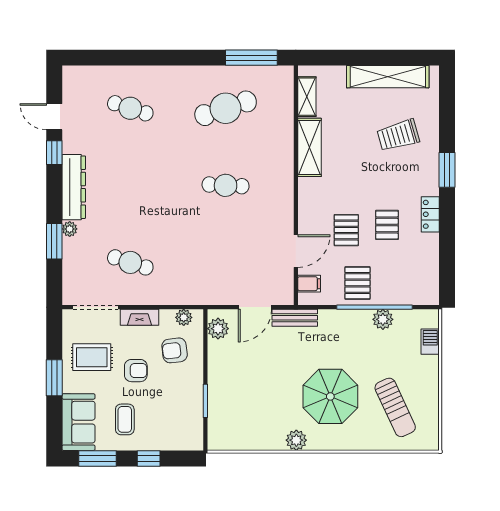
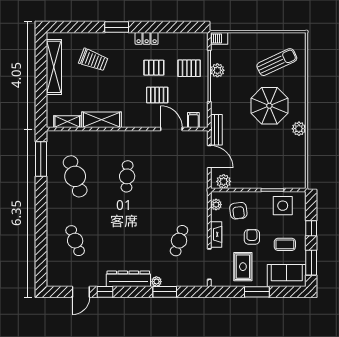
cafe table: (130, 108) -> (75, 241), turned -39
trolley: (398, 135) -> (93, 60), turned -53
pallet: (357, 283) -> (189, 68), moved
barbecue: (430, 342) -> (219, 38), moved
side table: (182, 416) -> (283, 206), added

